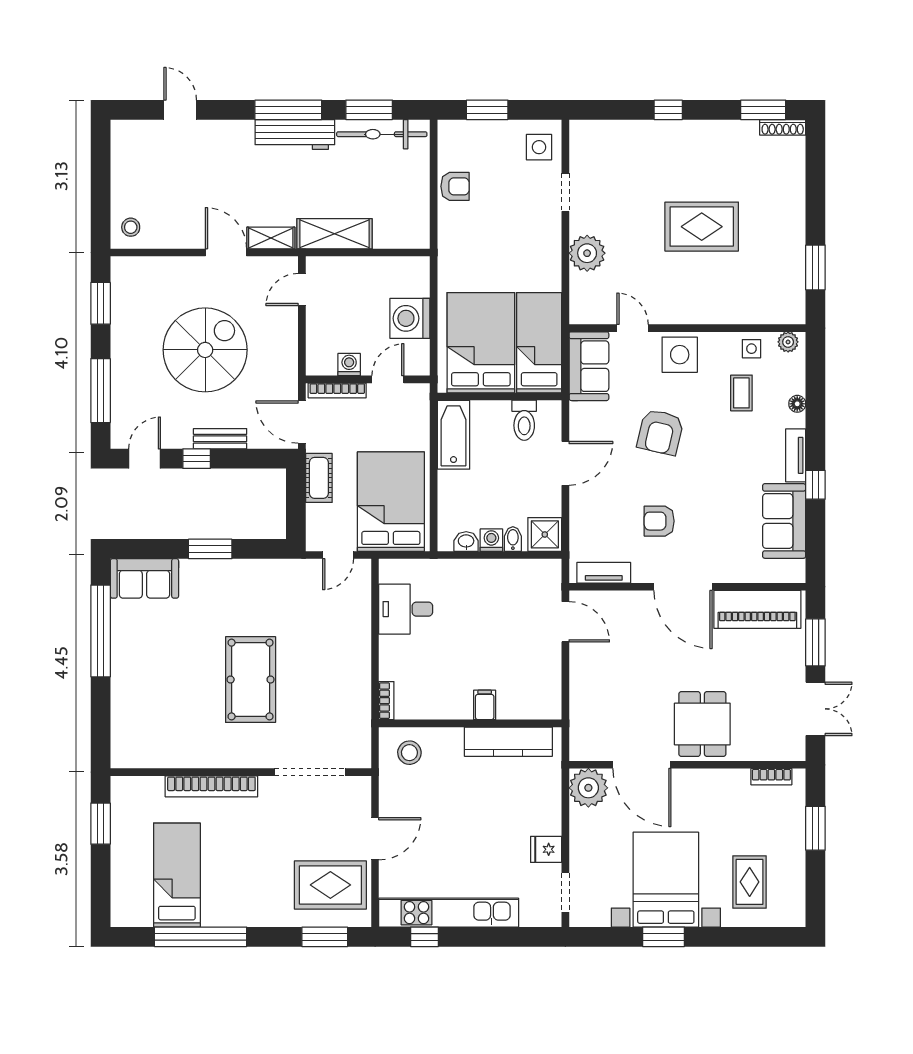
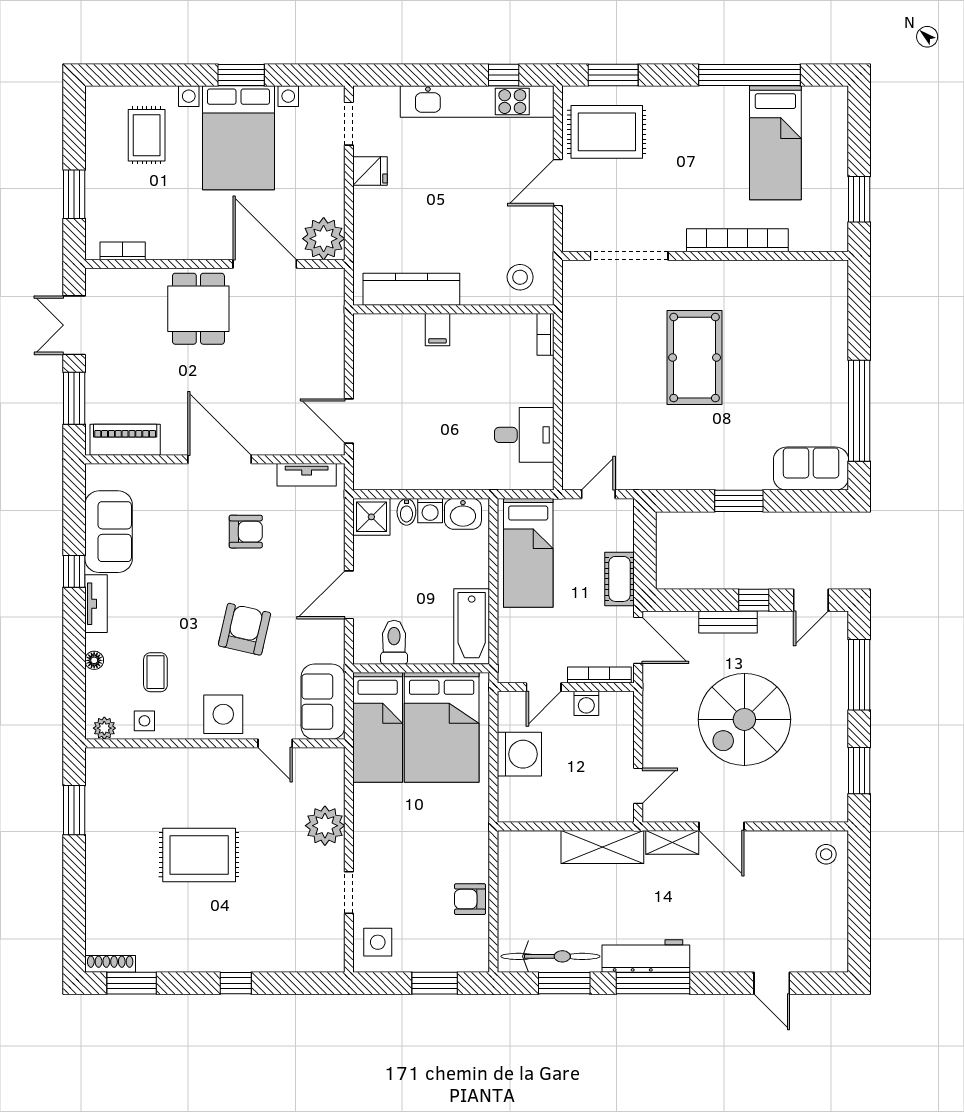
bed: (391, 502) -> (528, 553), width x0.67
washbasin: (466, 542) -> (463, 514), width x1.38, depth x1.45
piano: (757, 609) -> (125, 440), width x0.73, depth x0.75

